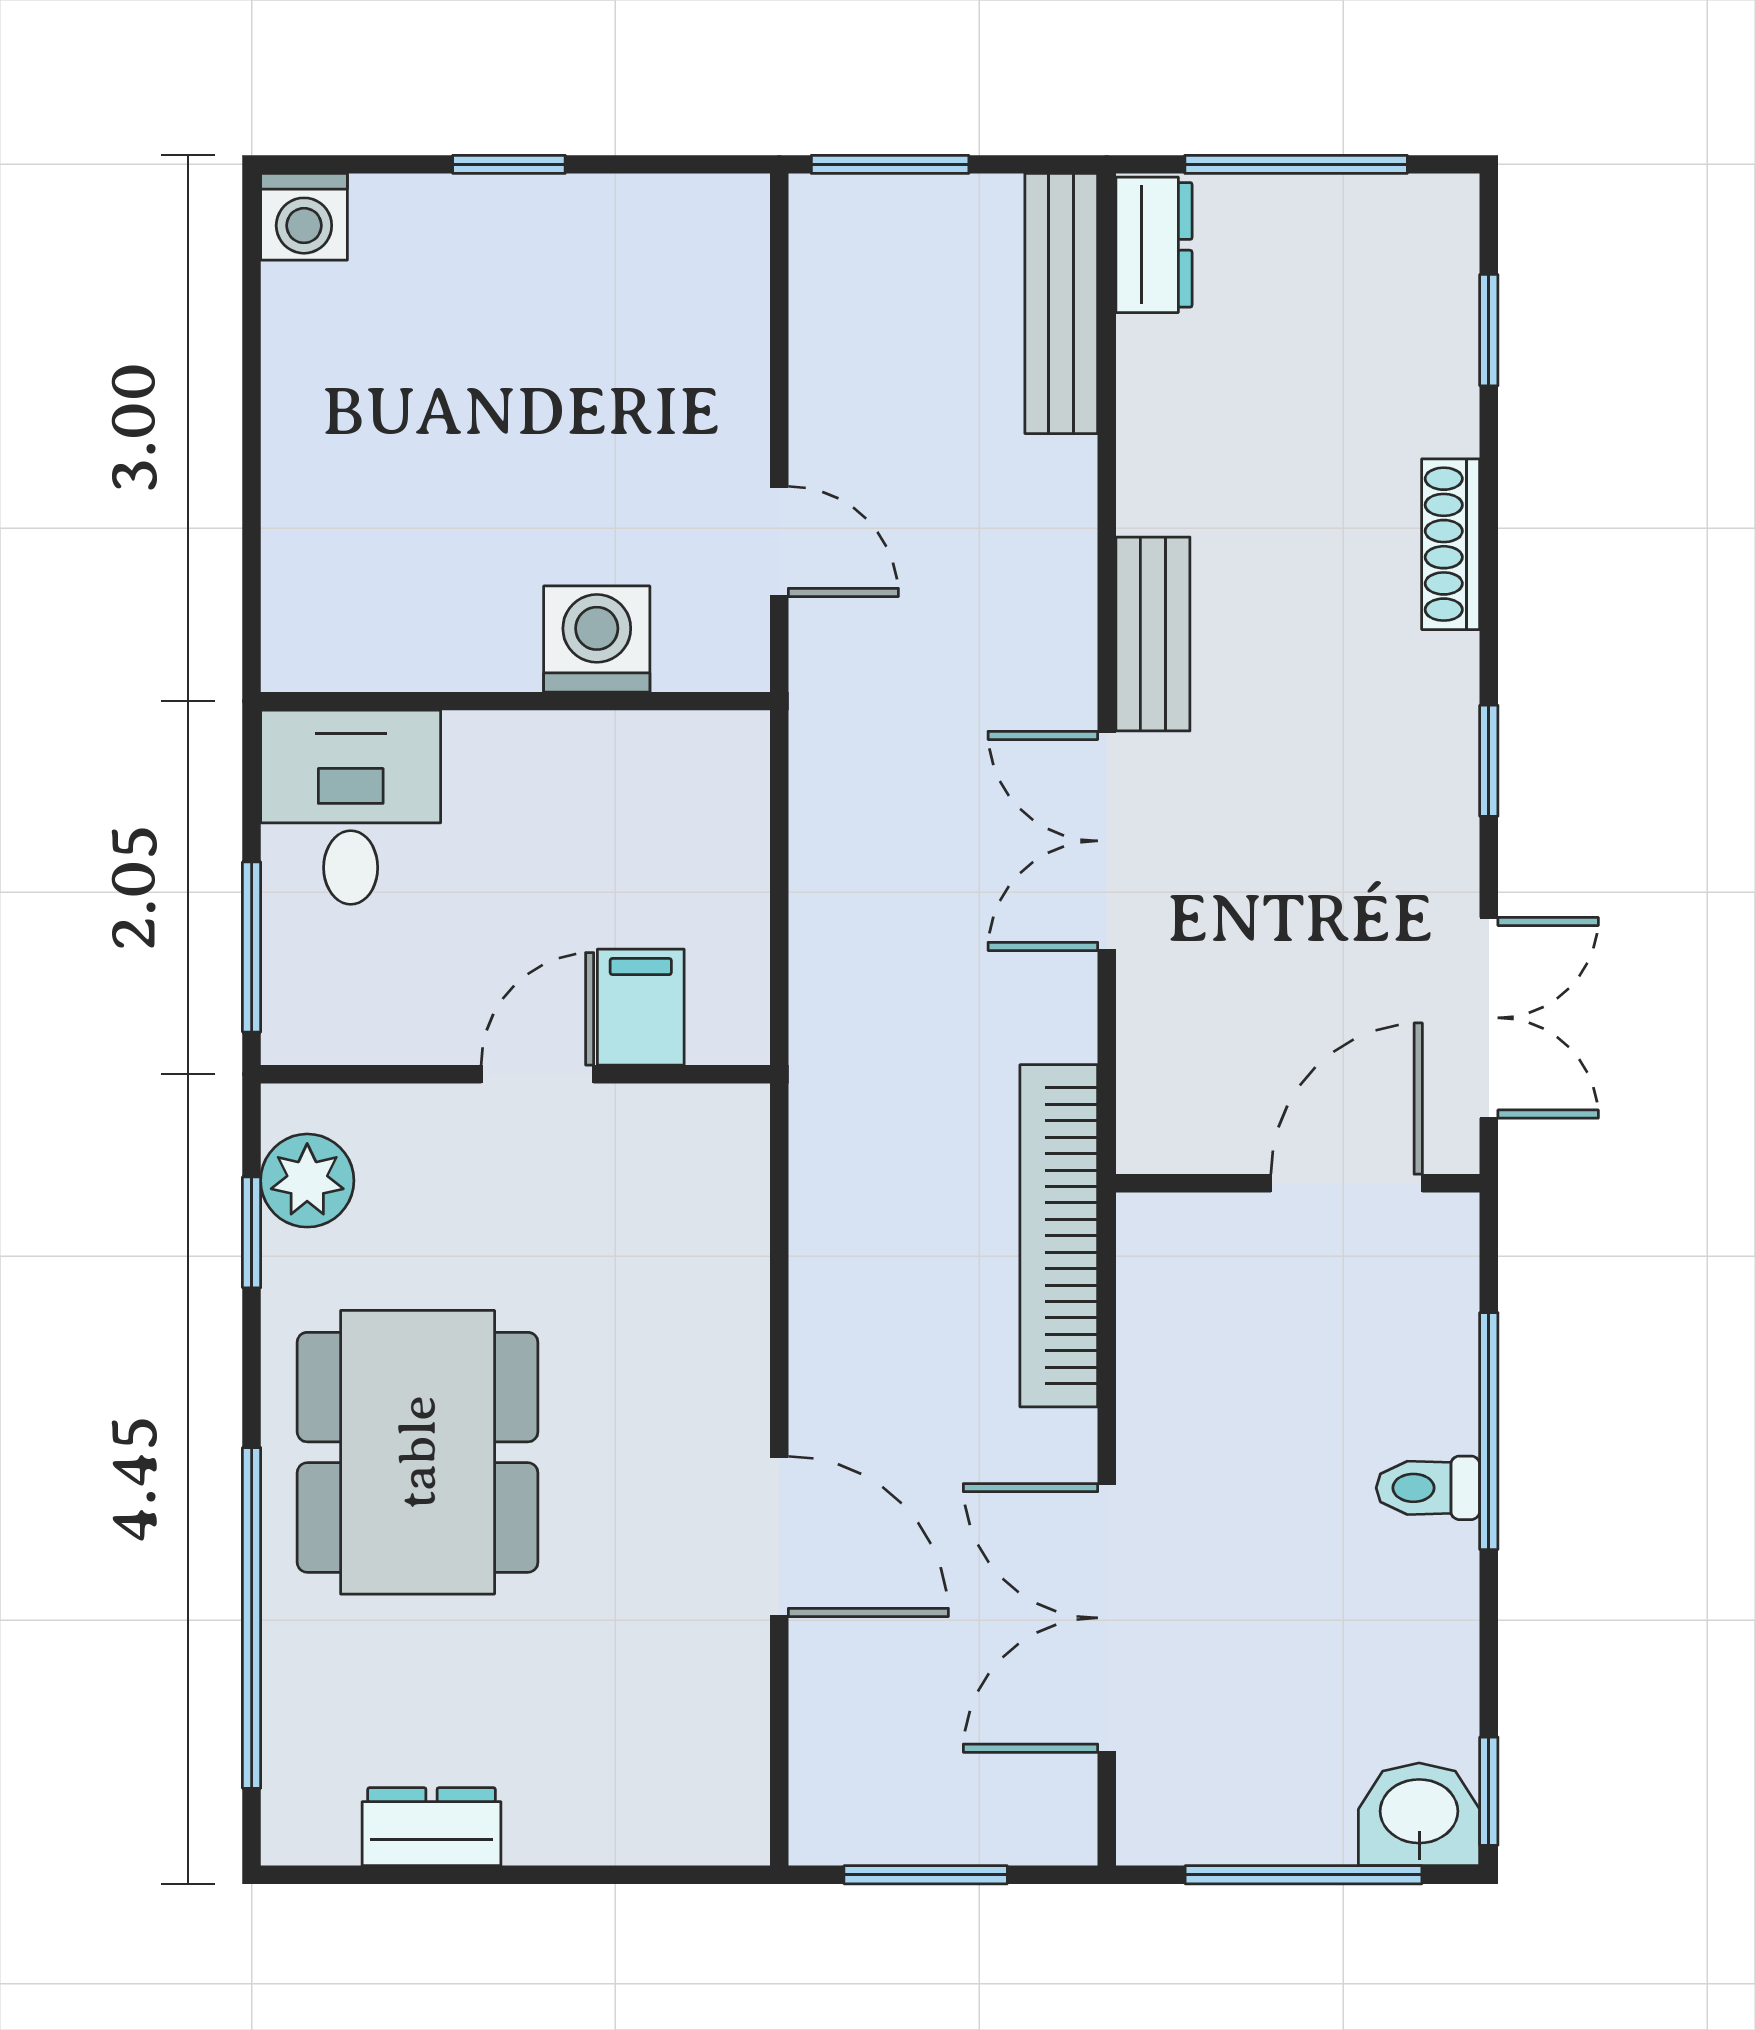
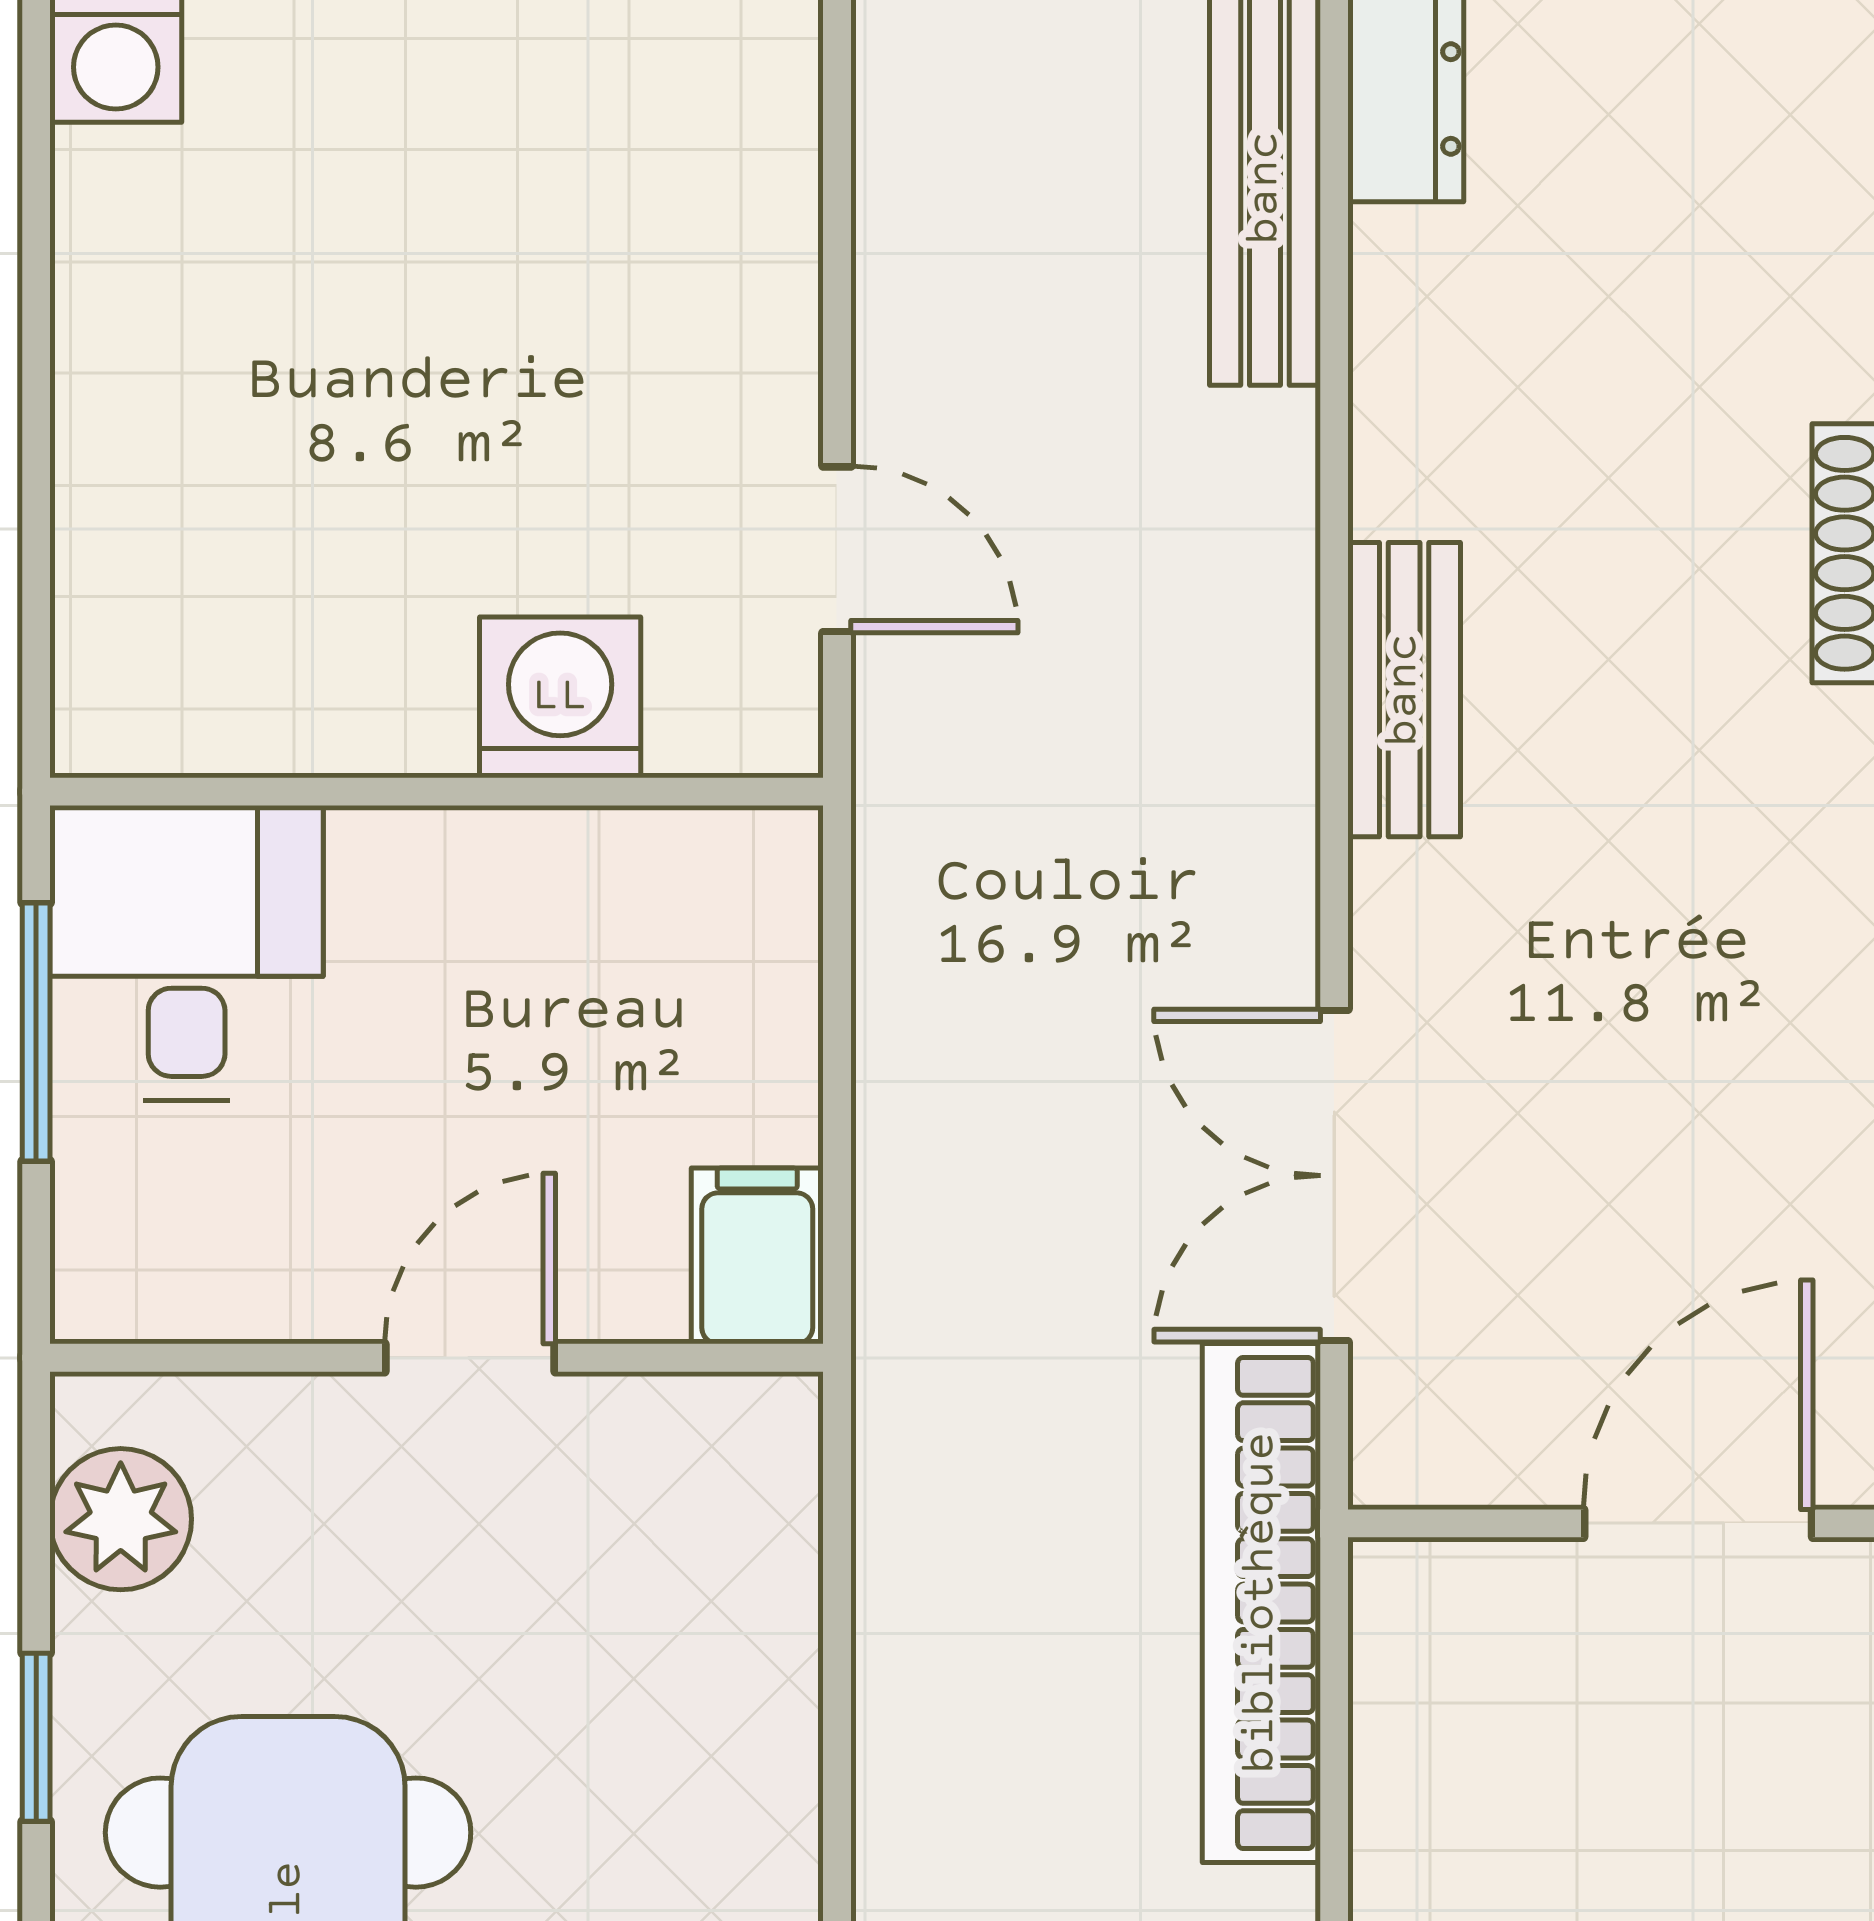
double door: (1107, 841) -> (1334, 1176), moved
window: (252, 947) -> (36, 1032), moved
filing cabinet: (641, 1007) -> (757, 1256), moved
window: (252, 1232) -> (36, 1737), moved

